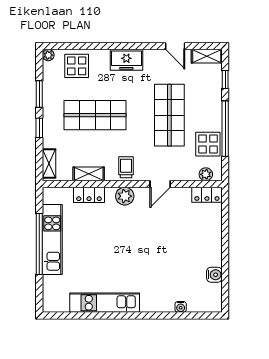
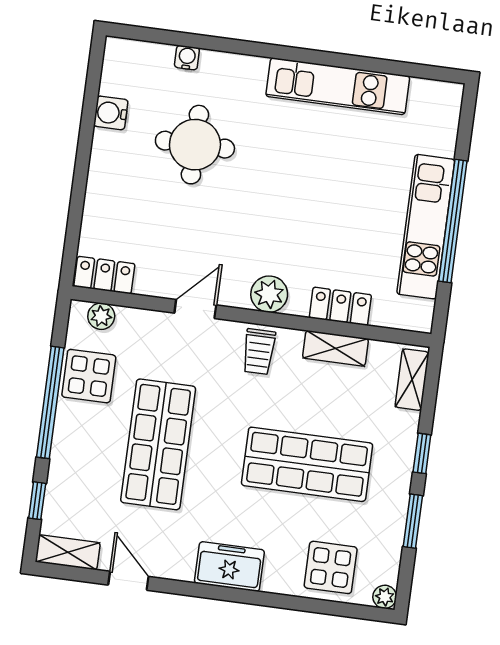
round table: (171, 265) -> (195, 145), added

